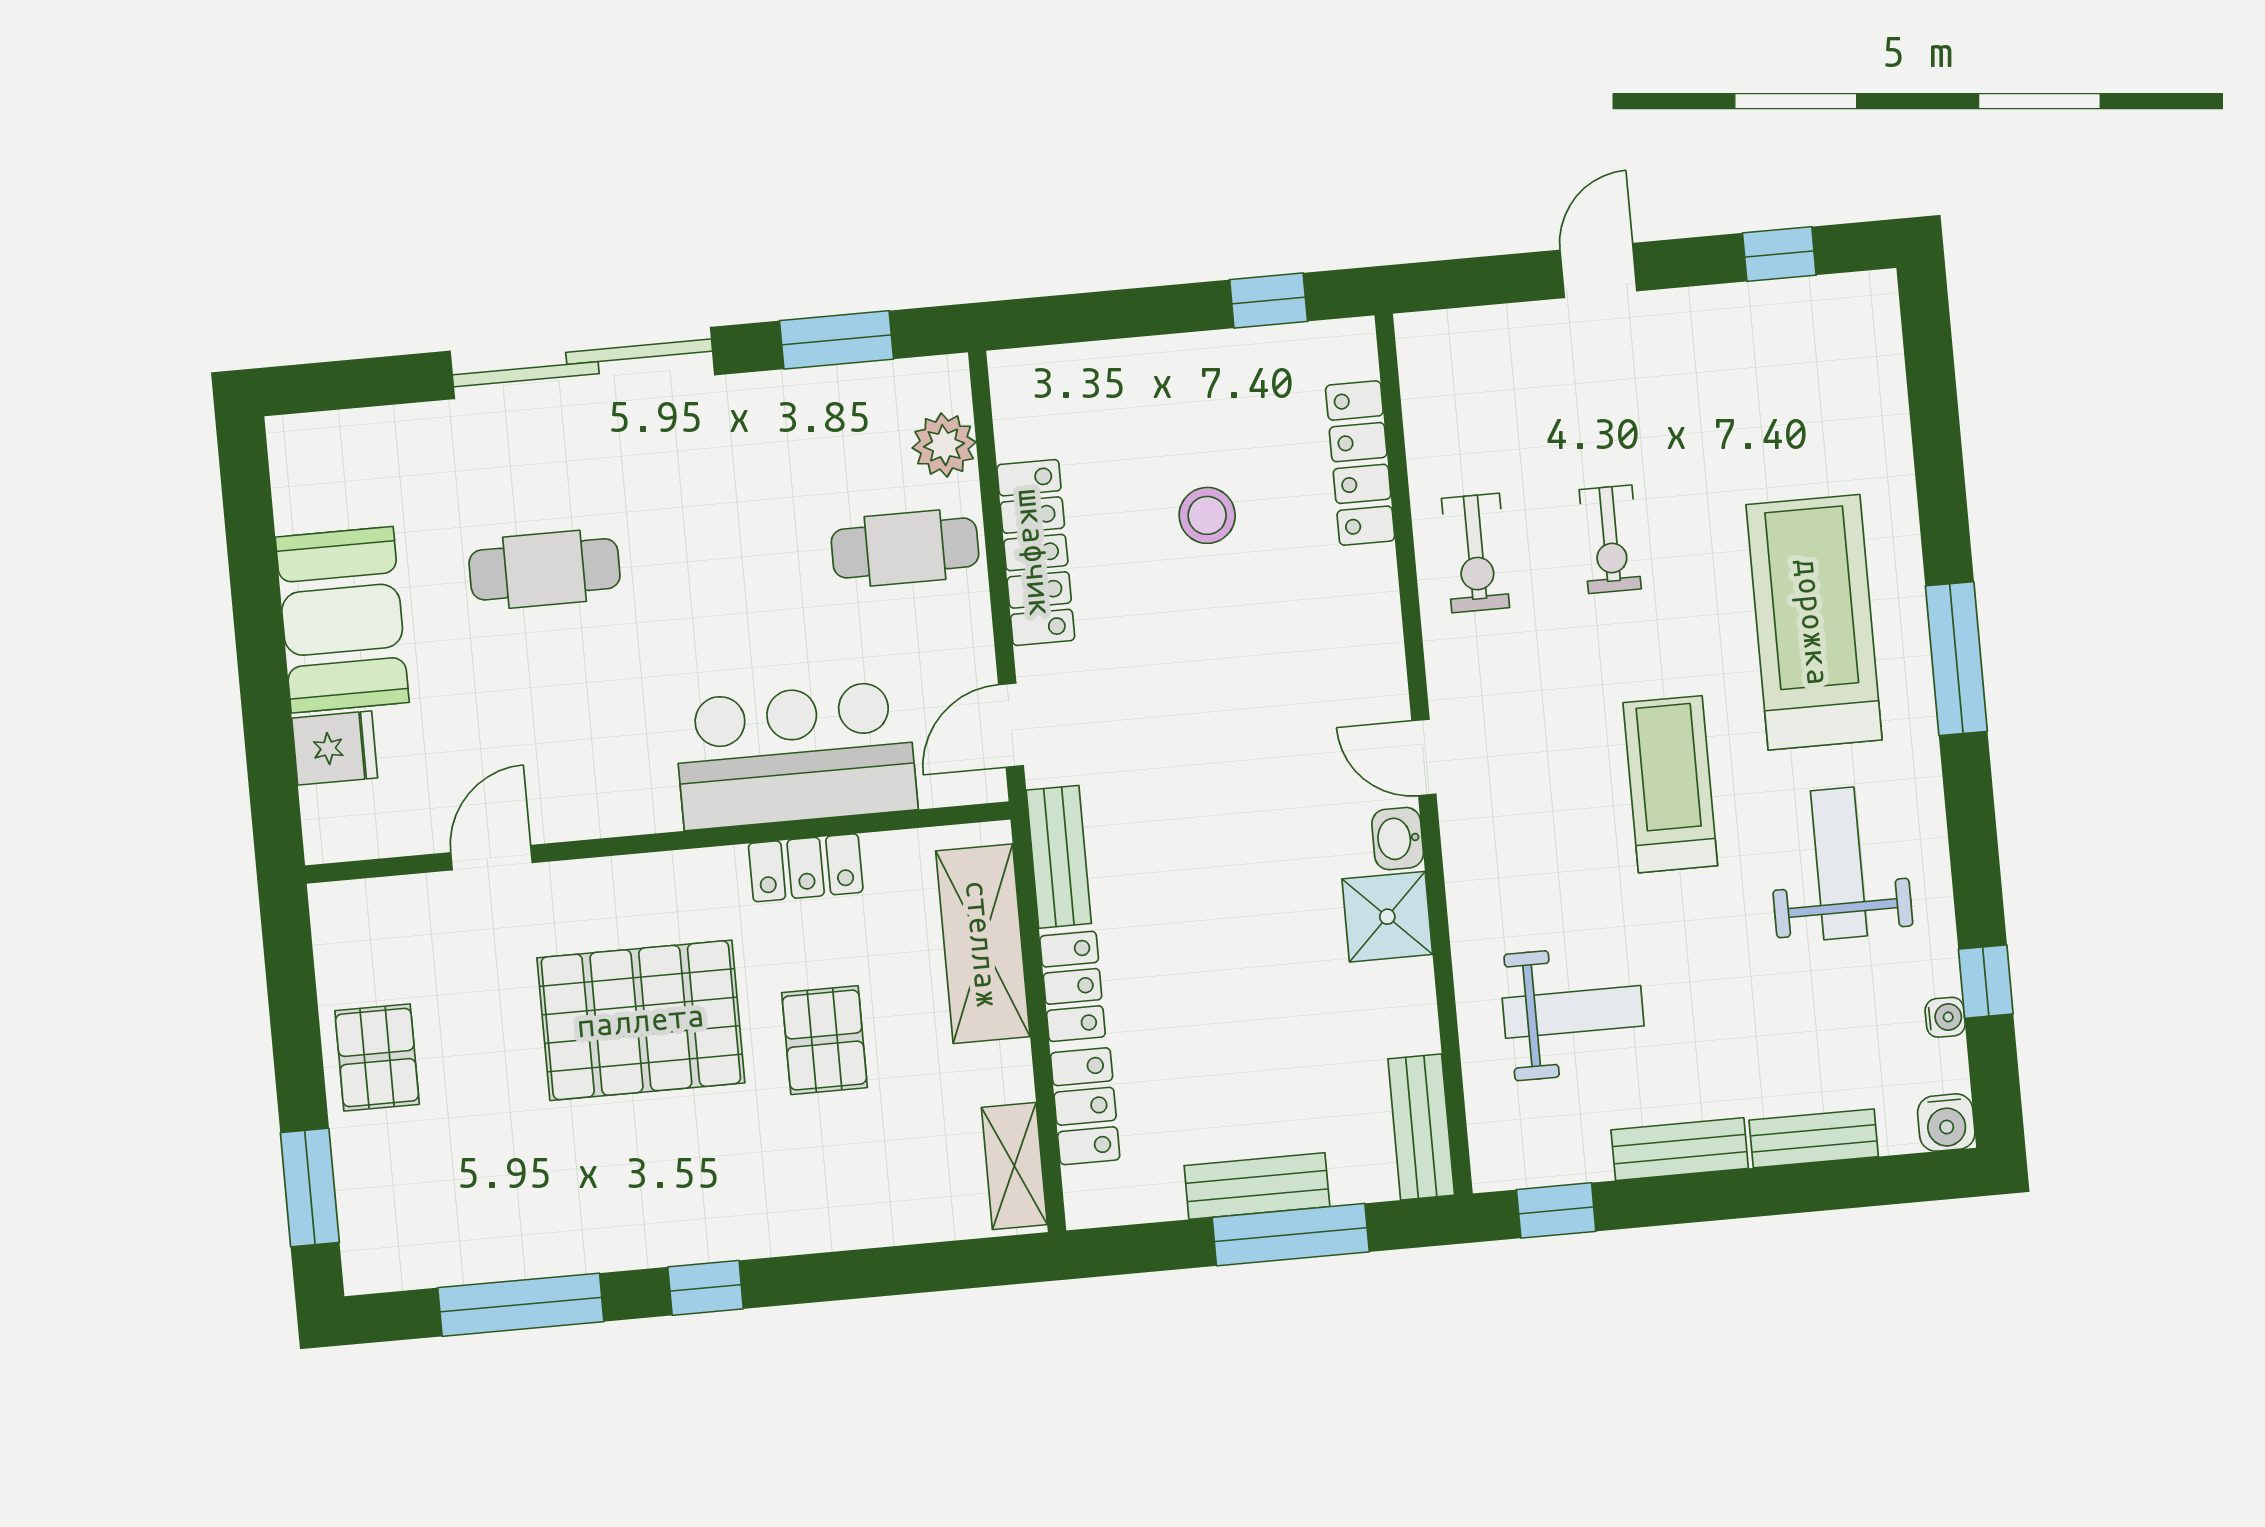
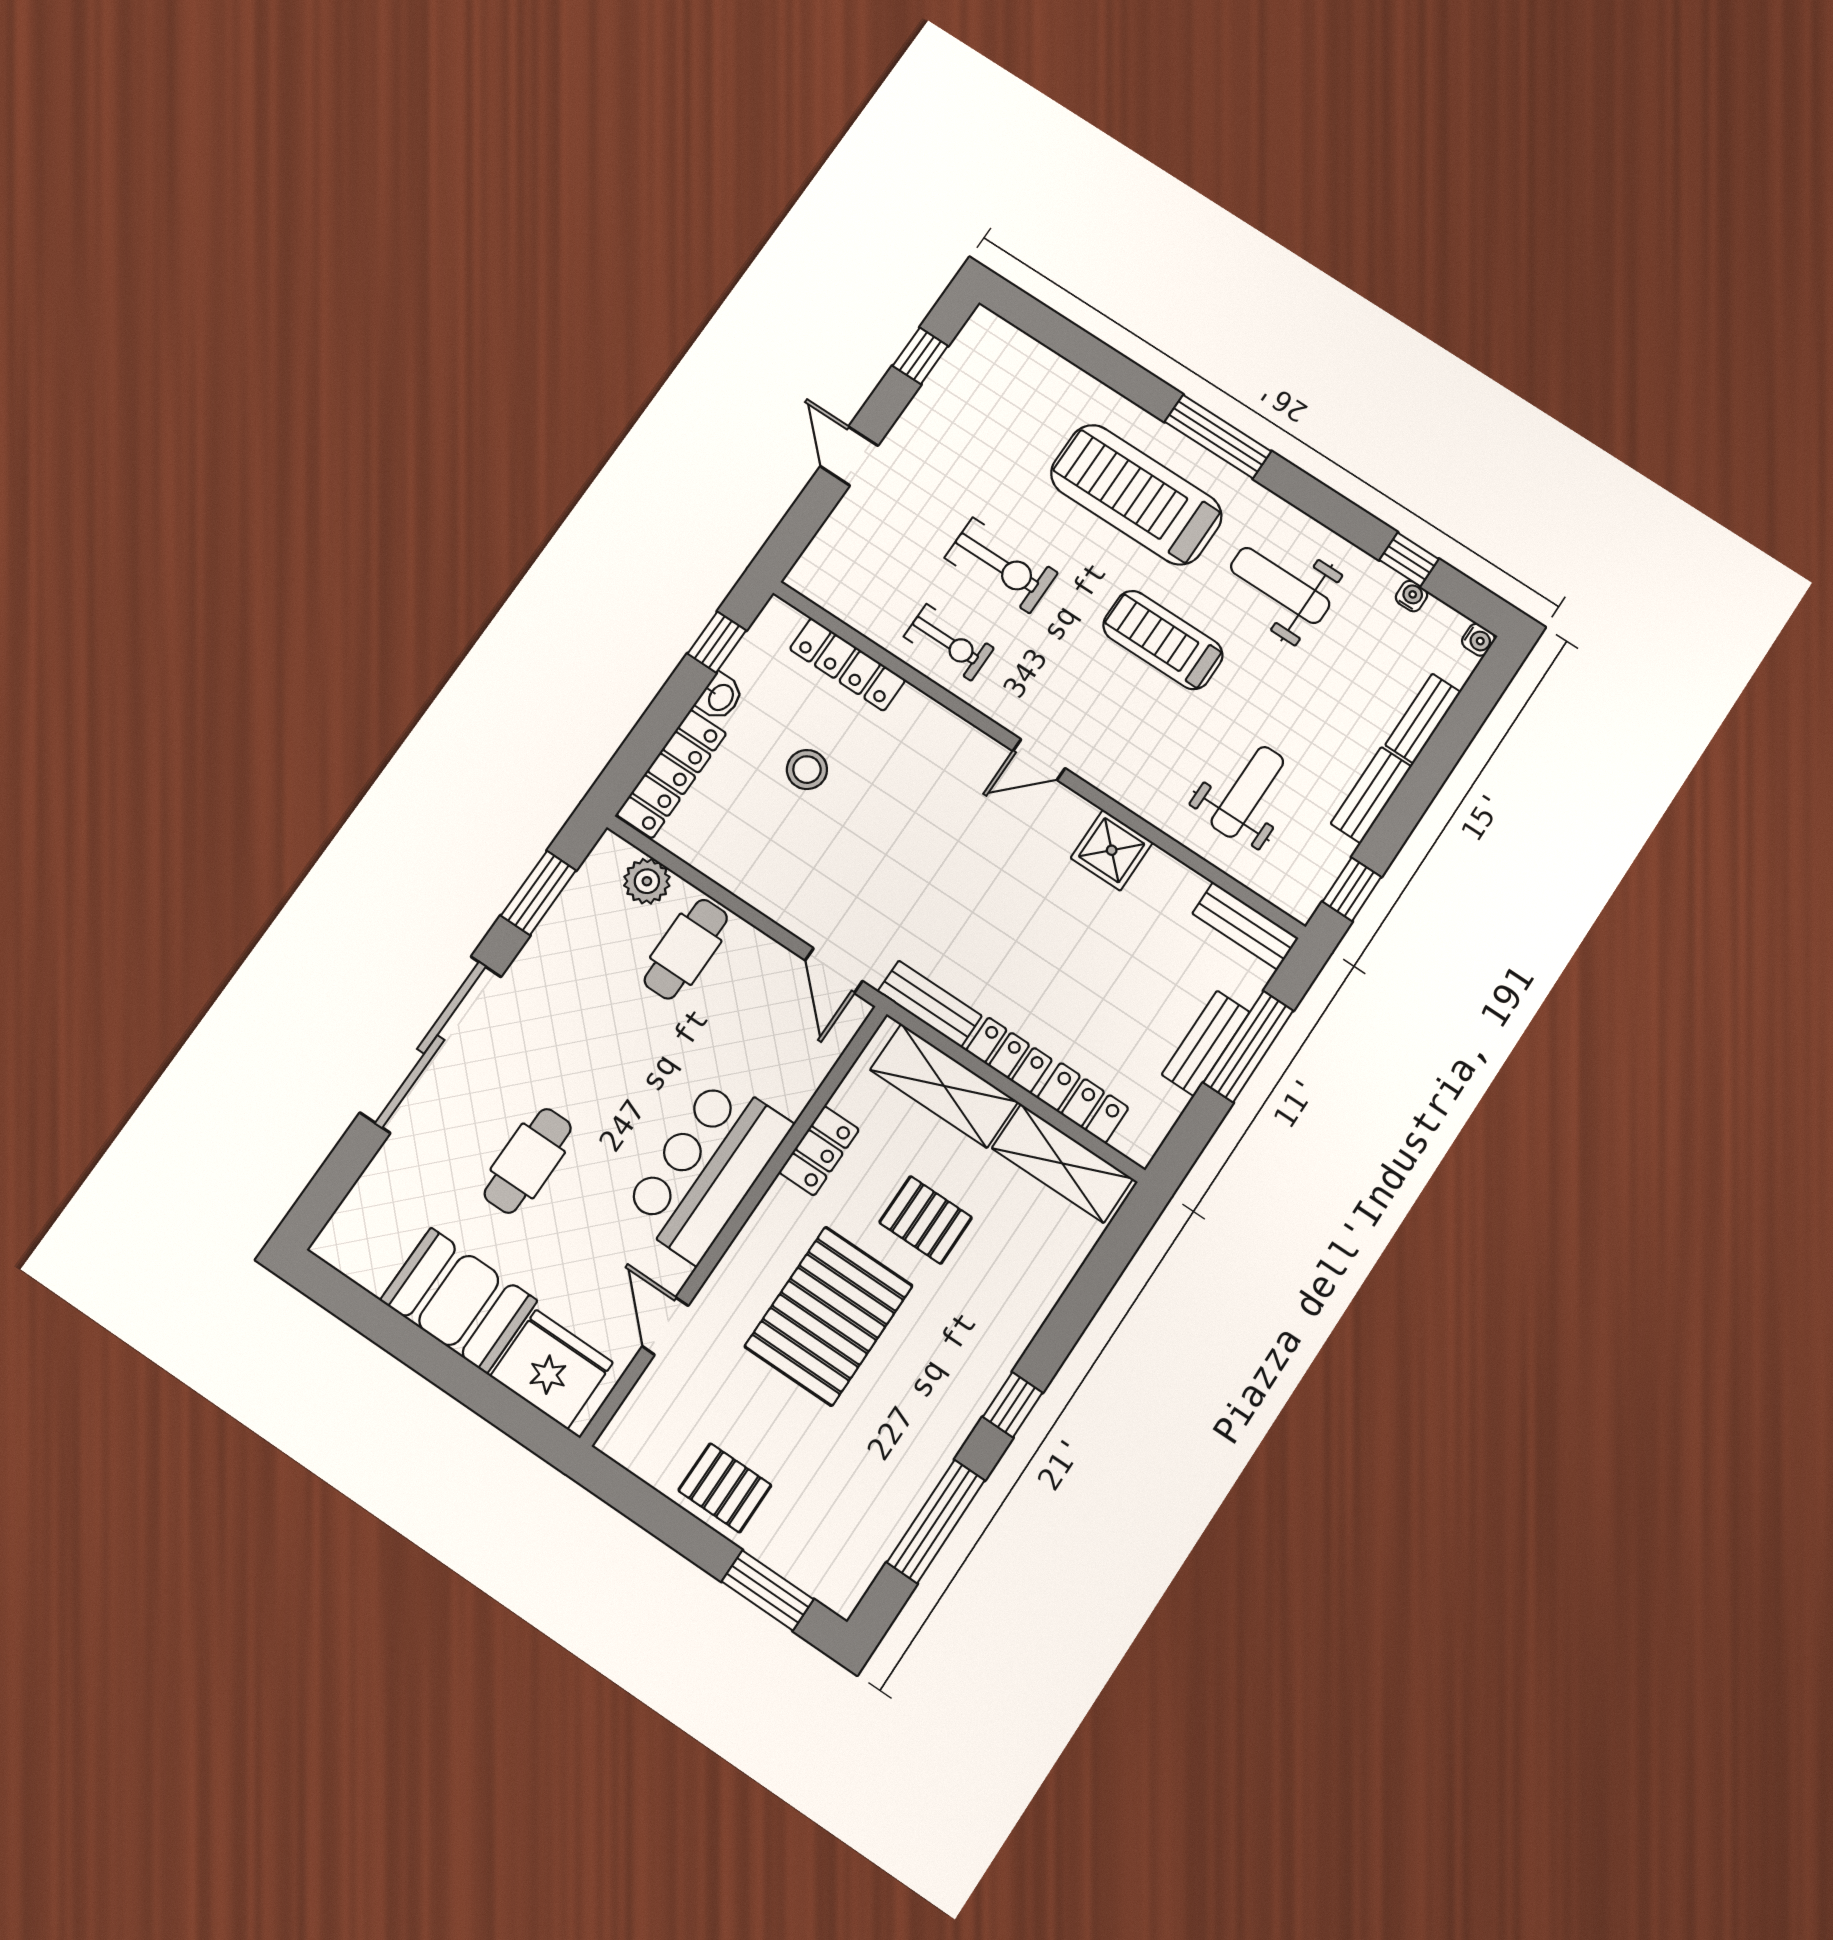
exercise bike: (1610, 539) -> (1001, 565), width x1.38, depth x1.39
locker: (1036, 553) -> (671, 774), moved, turned 90
fridge: (335, 748) -> (552, 1369), width x1.88, depth x1.34
bar counter: (795, 755) -> (707, 1169), moved
washbasin: (1398, 839) -> (720, 697), moved, turned -90
water cooler: (1946, 1123) -> (1478, 640), width x0.72, depth x0.72
shelving: (1014, 1166) -> (1062, 1163), width x1.50, depth x1.33

